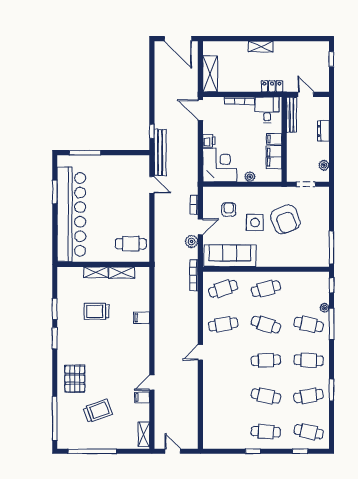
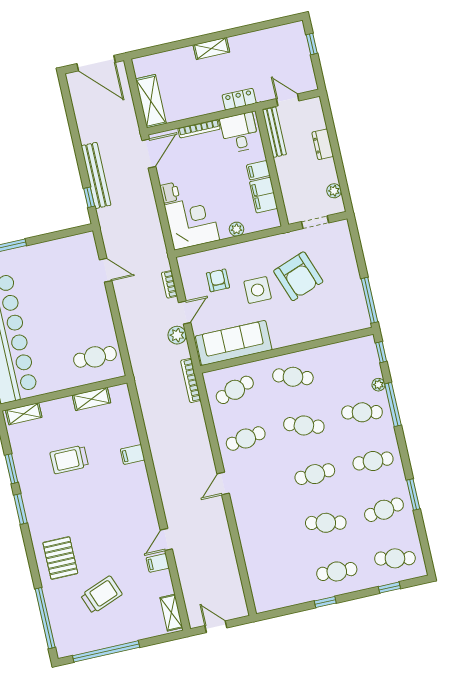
door: (200, 110) -> (149, 154), swing flipped
bench: (160, 152) -> (96, 175), moved
shelving: (96, 272) -> (24, 414), moved
cafe table: (266, 289) -> (293, 377), turned 33

